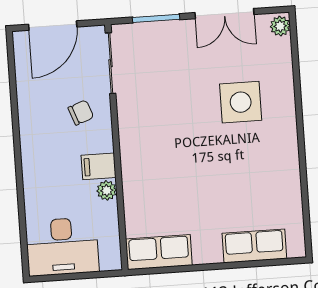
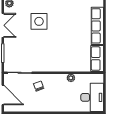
filing cabinet: (99, 166) -> (61, 80), removed
row of seats: (254, 246) -> (97, 26), width x1.48

